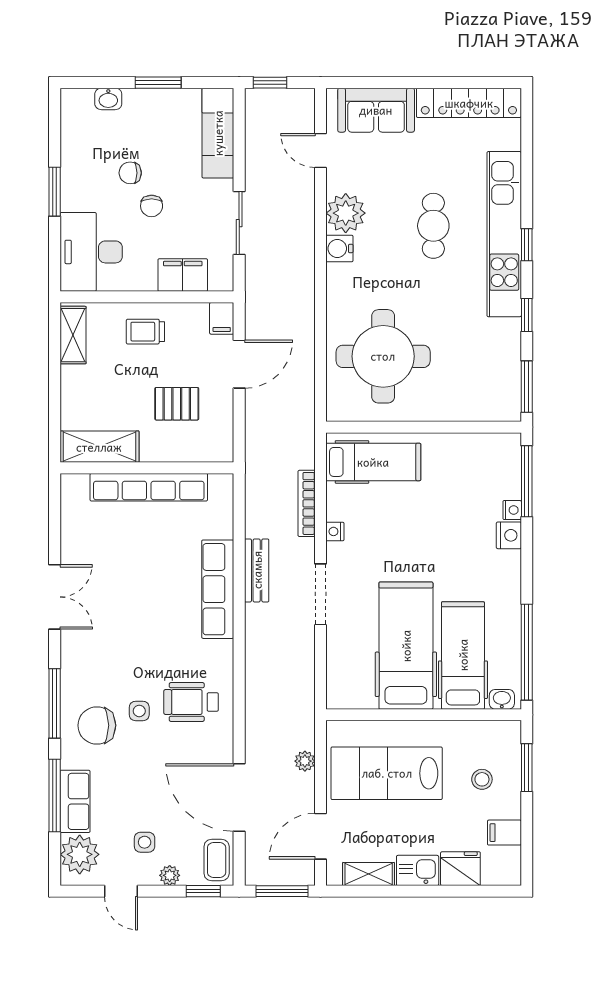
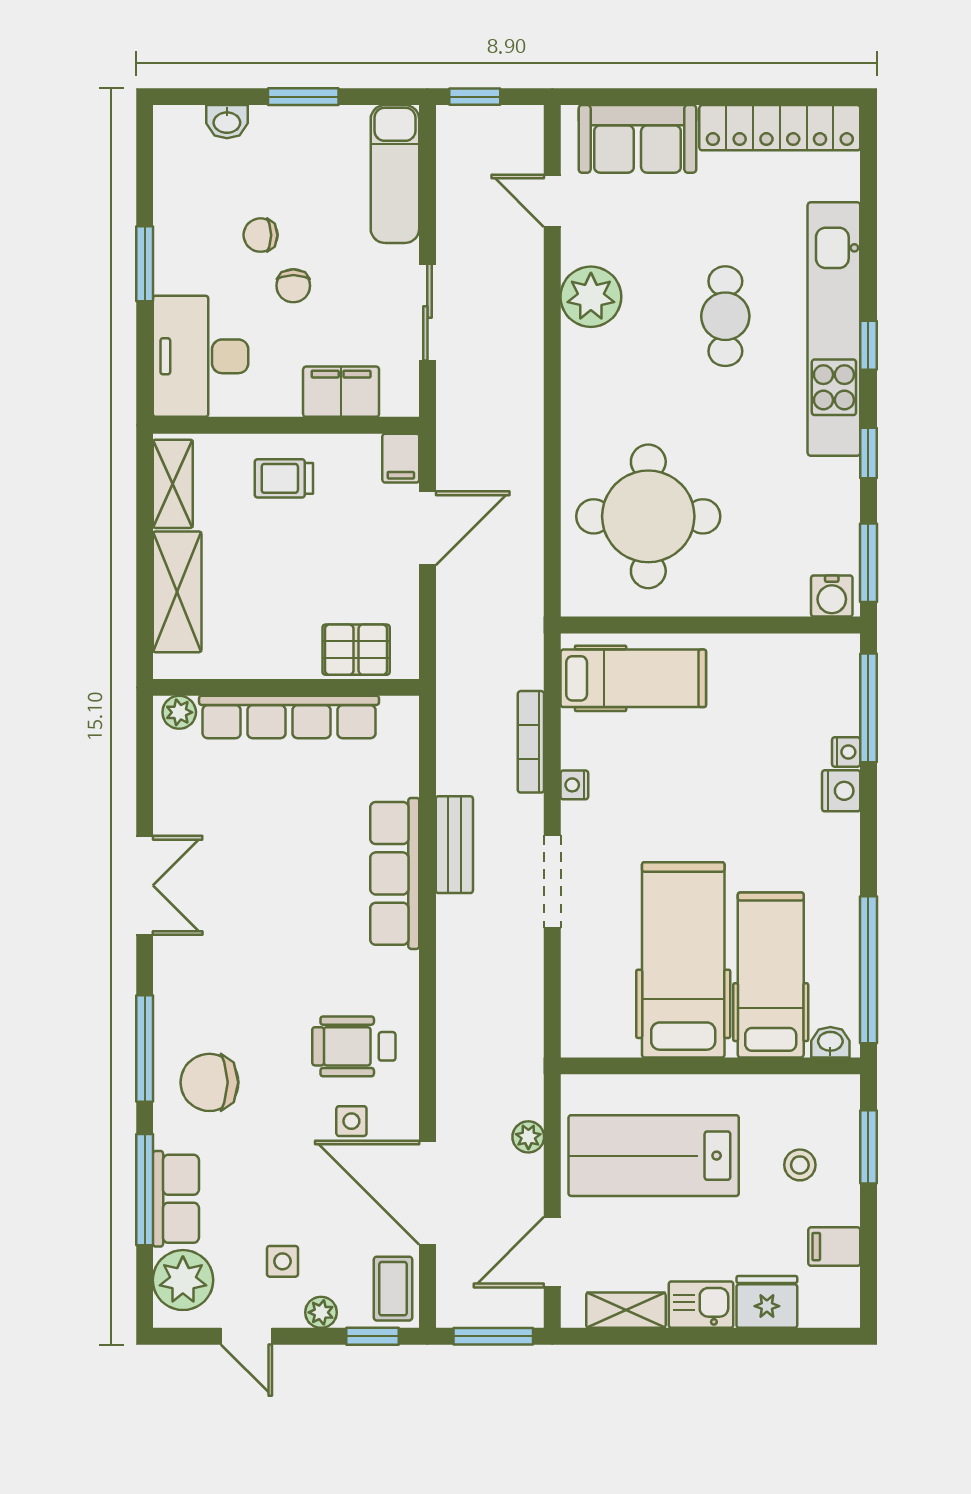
water cooler: (339, 248) -> (832, 596), moved, turned -90
pallet: (177, 404) -> (356, 650), moved
shelving: (99, 447) -> (177, 592), moved, turned 90
plant: (77, 484) -> (179, 712), added
side table: (139, 711) -> (351, 1121), moved

